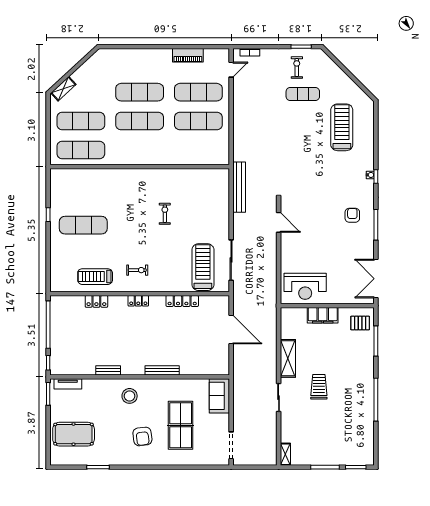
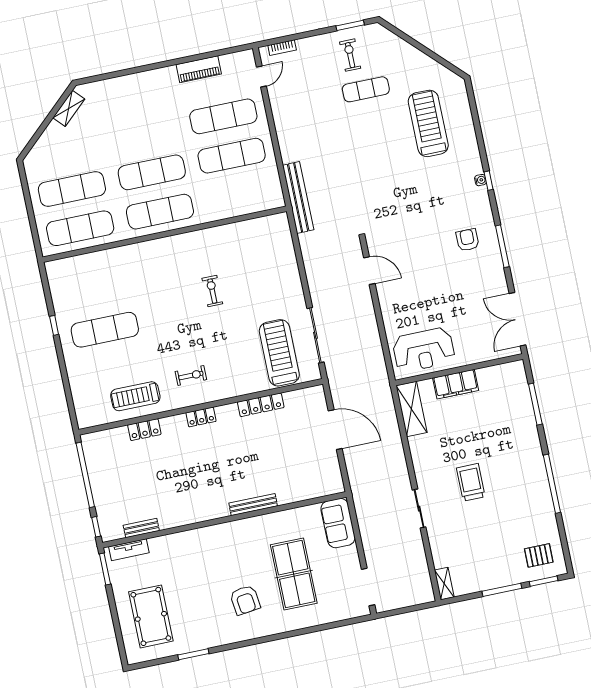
shelving: (63, 89) -> (69, 108), moved
exercise mat: (140, 92) -> (160, 212), moved
bench: (239, 187) -> (298, 197), moved
pallet: (360, 323) -> (539, 555), moved
shelving: (288, 358) -> (411, 409), moved
bench: (108, 370) -> (141, 528), moved
stool: (130, 396) -> (216, 549), removed
pool table: (74, 434) -> (151, 616), turned 90

